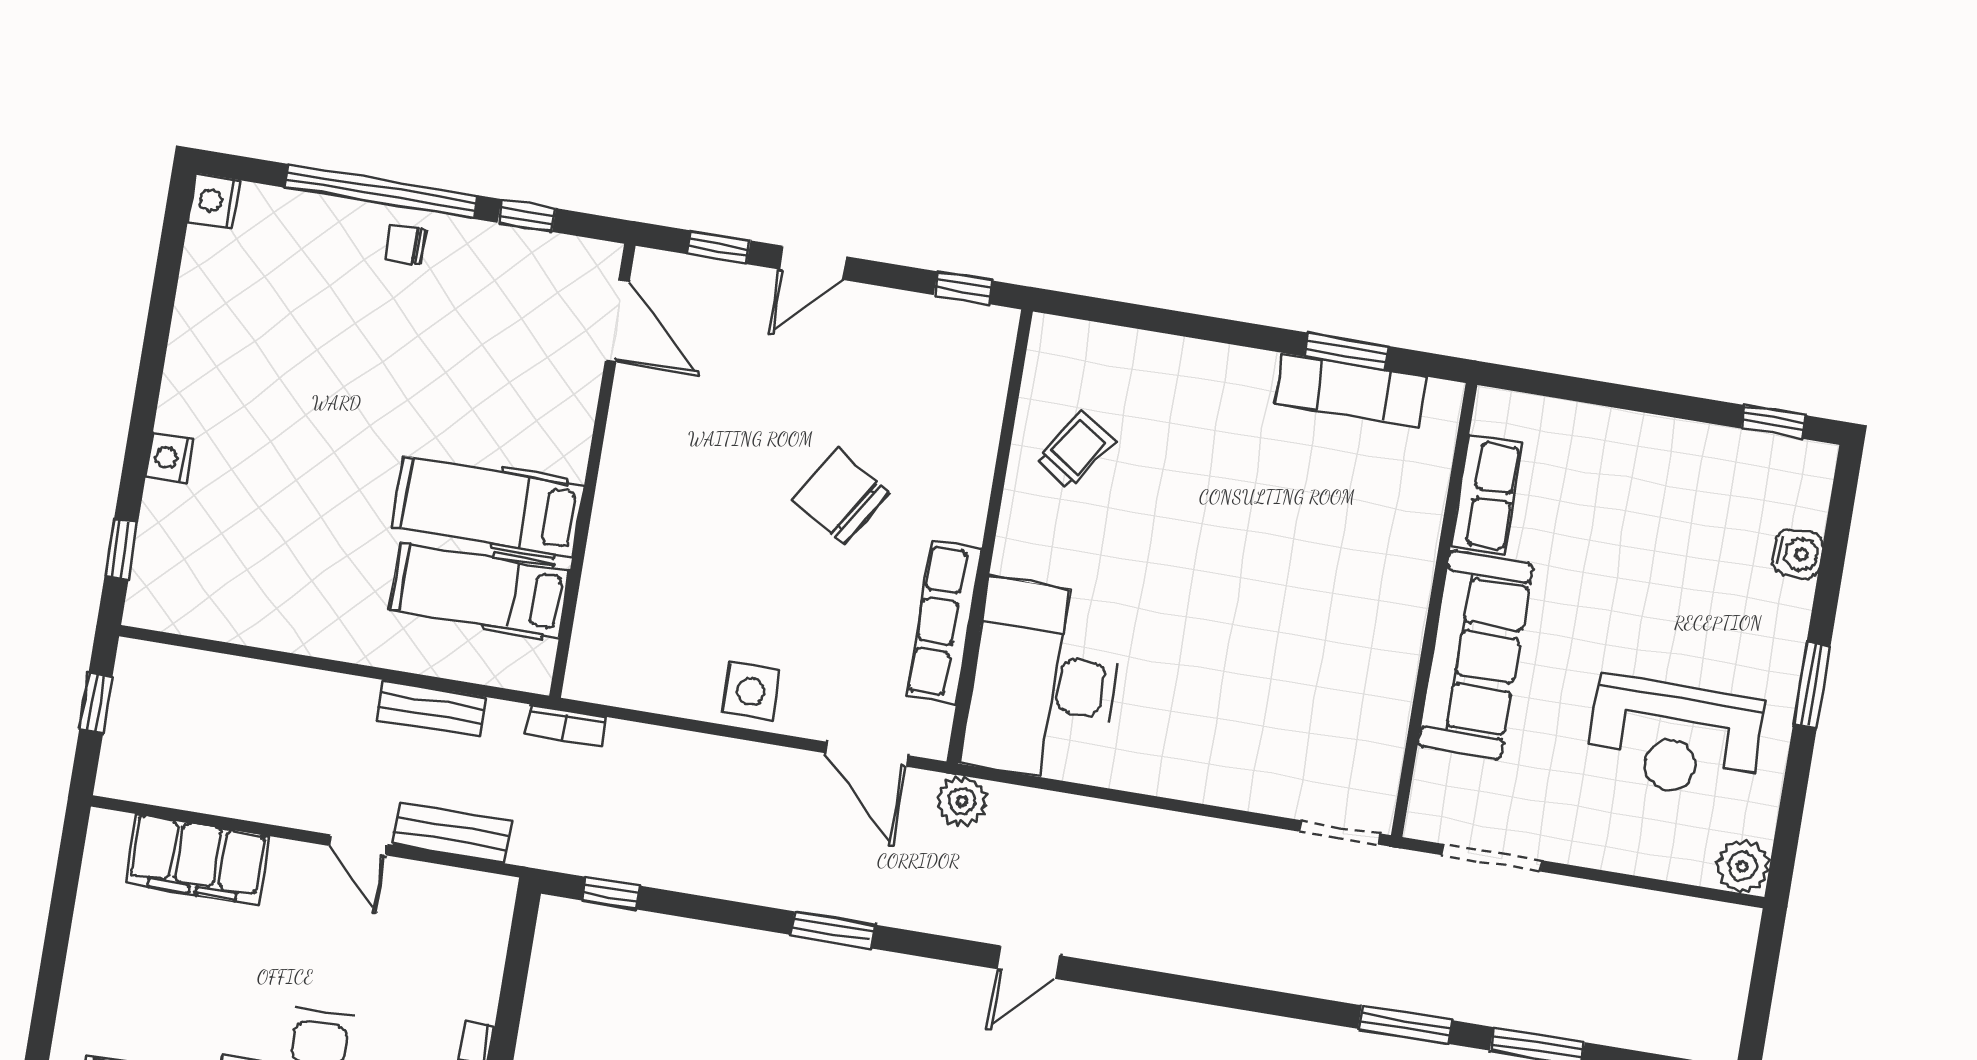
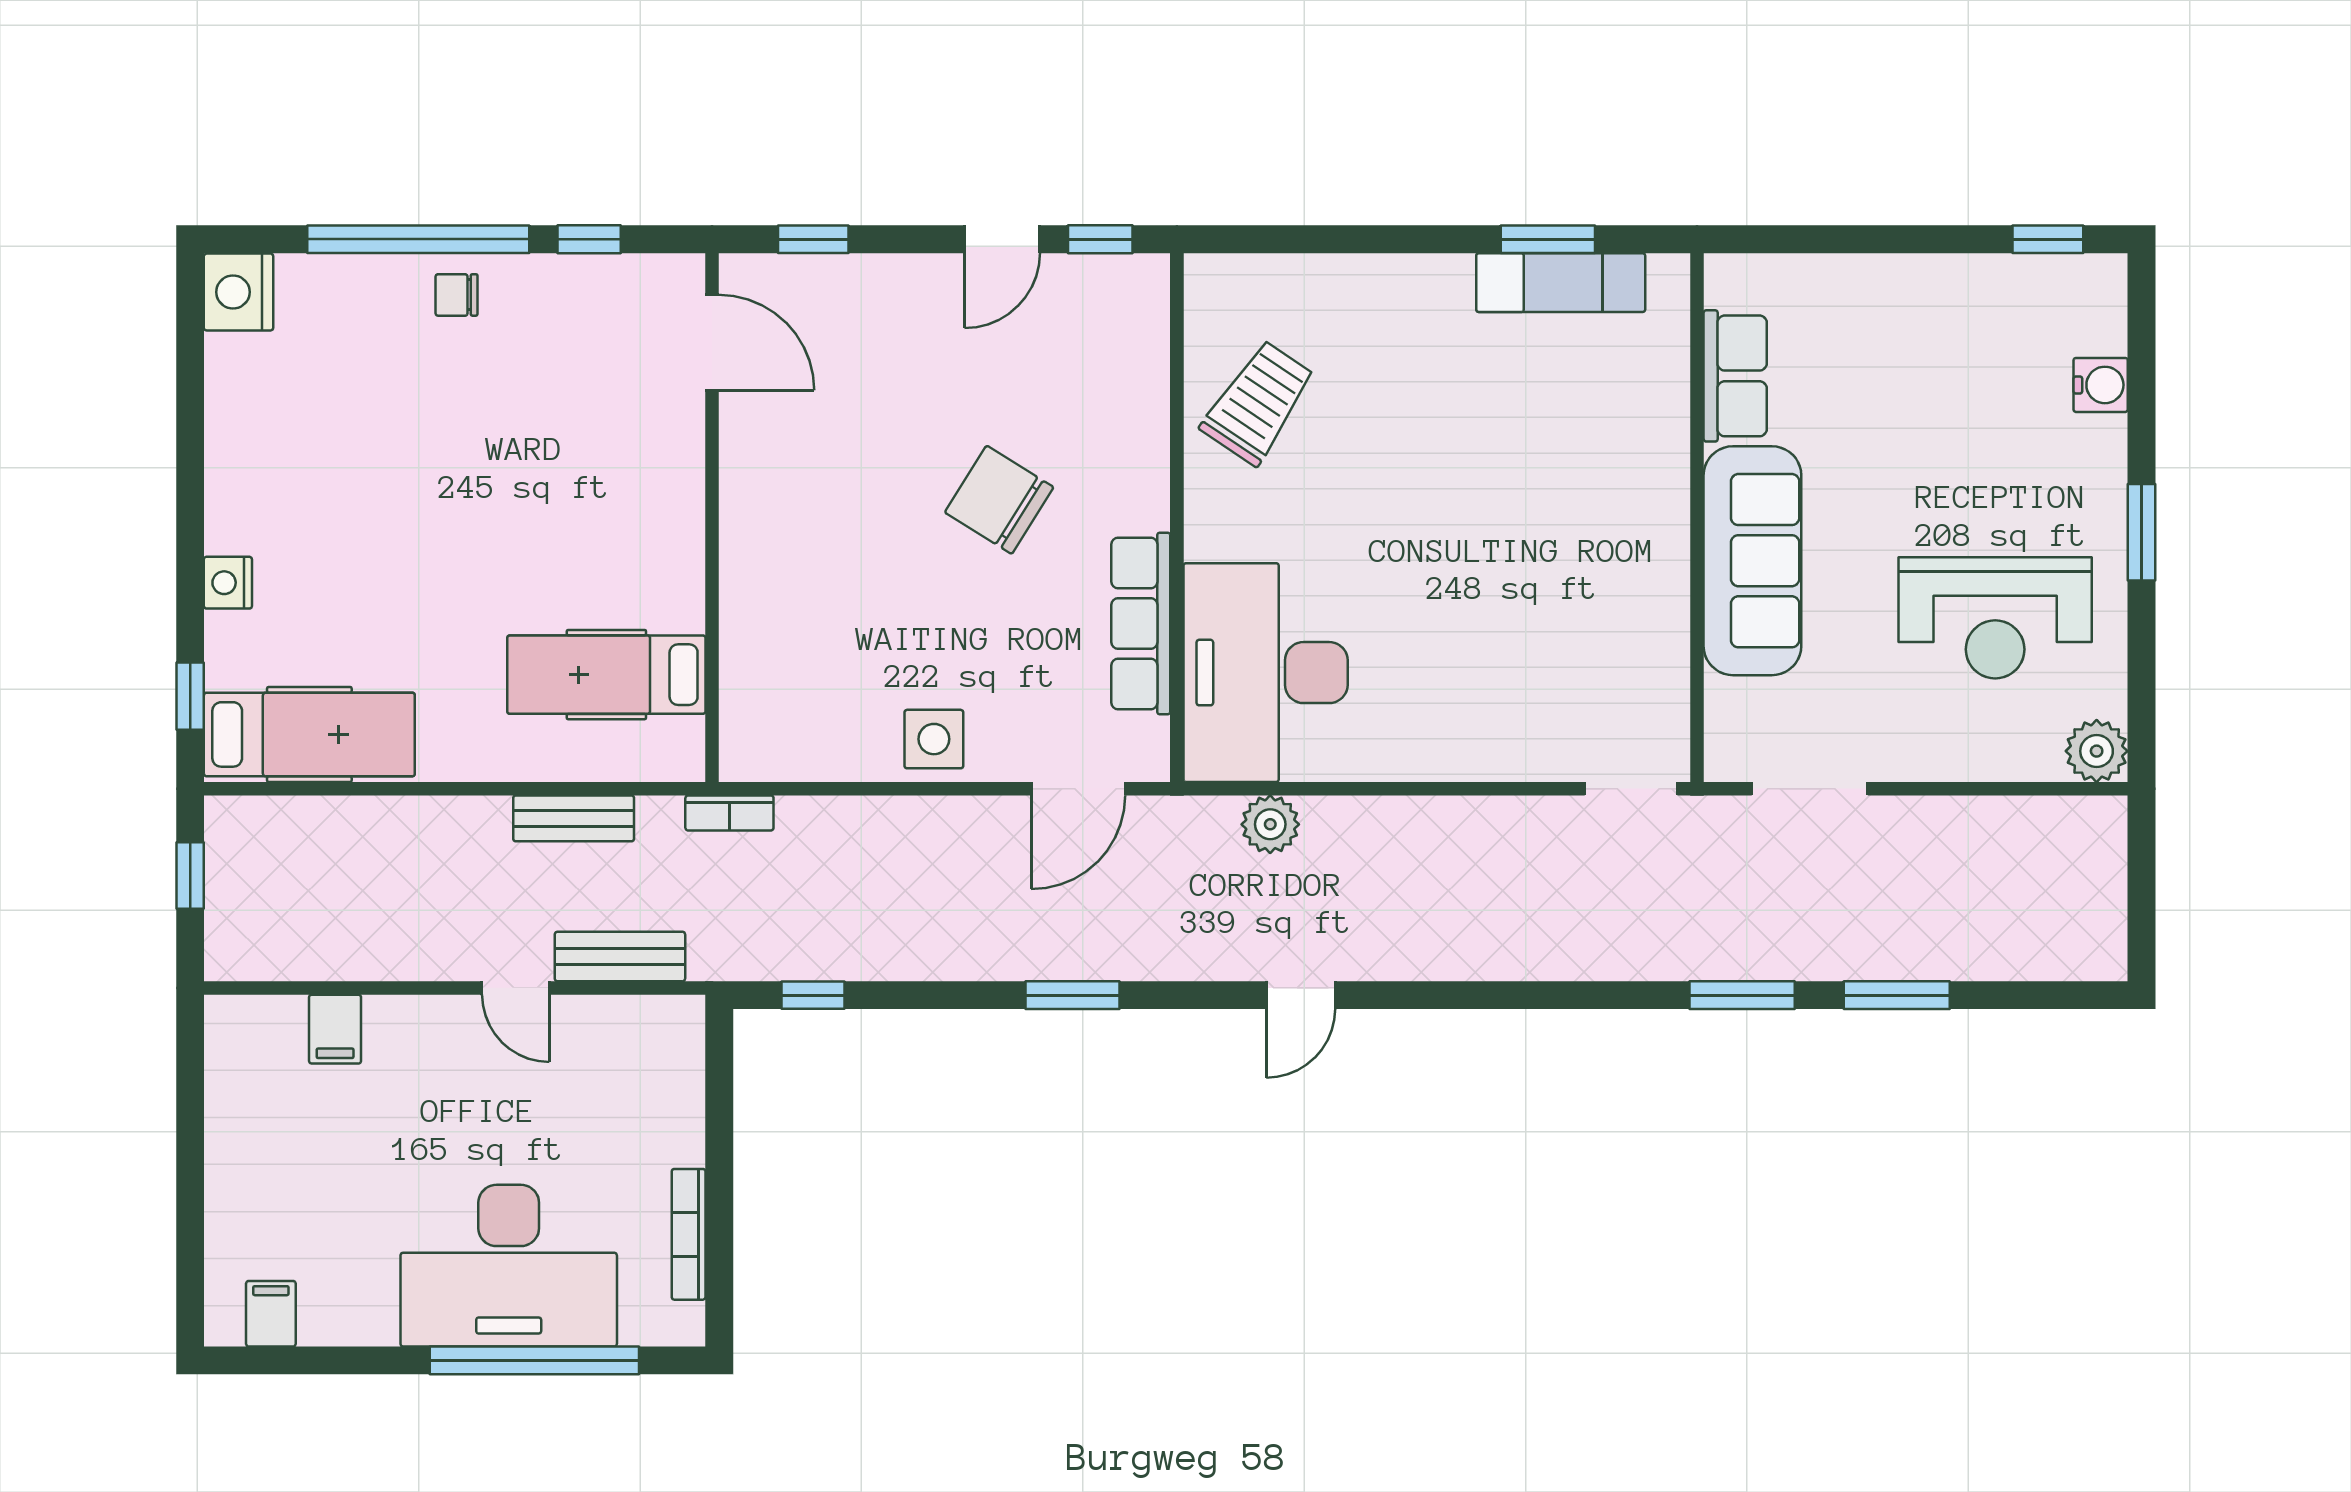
nightstand: (214, 201) -> (239, 292), width x1.36, depth x1.33
door: (813, 263) -> (1002, 239), moved
trolley: (1075, 450) -> (1258, 403), width x1.36, depth x1.39
hospital bed: (488, 506) -> (309, 734), moved, turned 180
door: (867, 754) -> (1078, 789), hinge flipped
plant: (962, 801) -> (1270, 824), moved
filing cabinet: (197, 859) -> (335, 1029), width x0.33, depth x0.86

